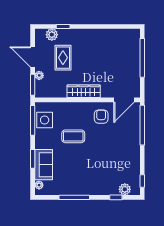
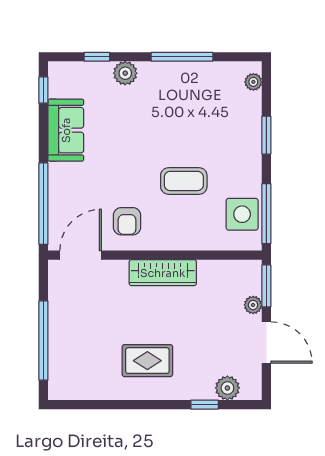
rug: (63, 58) -> (147, 361), moved, turned 90
sofa: (44, 165) -> (66, 130), moved, turned 180
plant: (125, 189) -> (125, 73), moved

